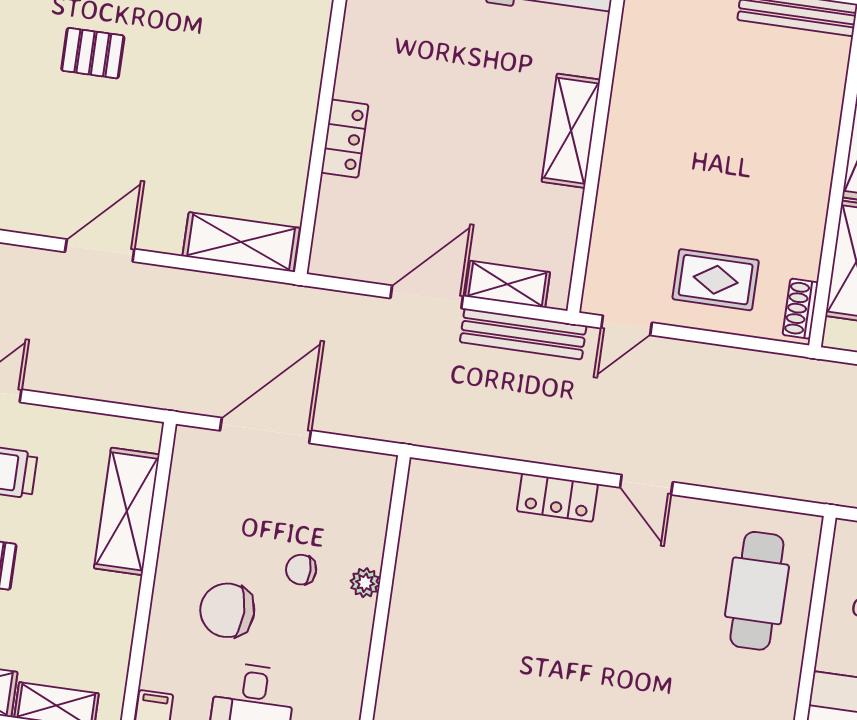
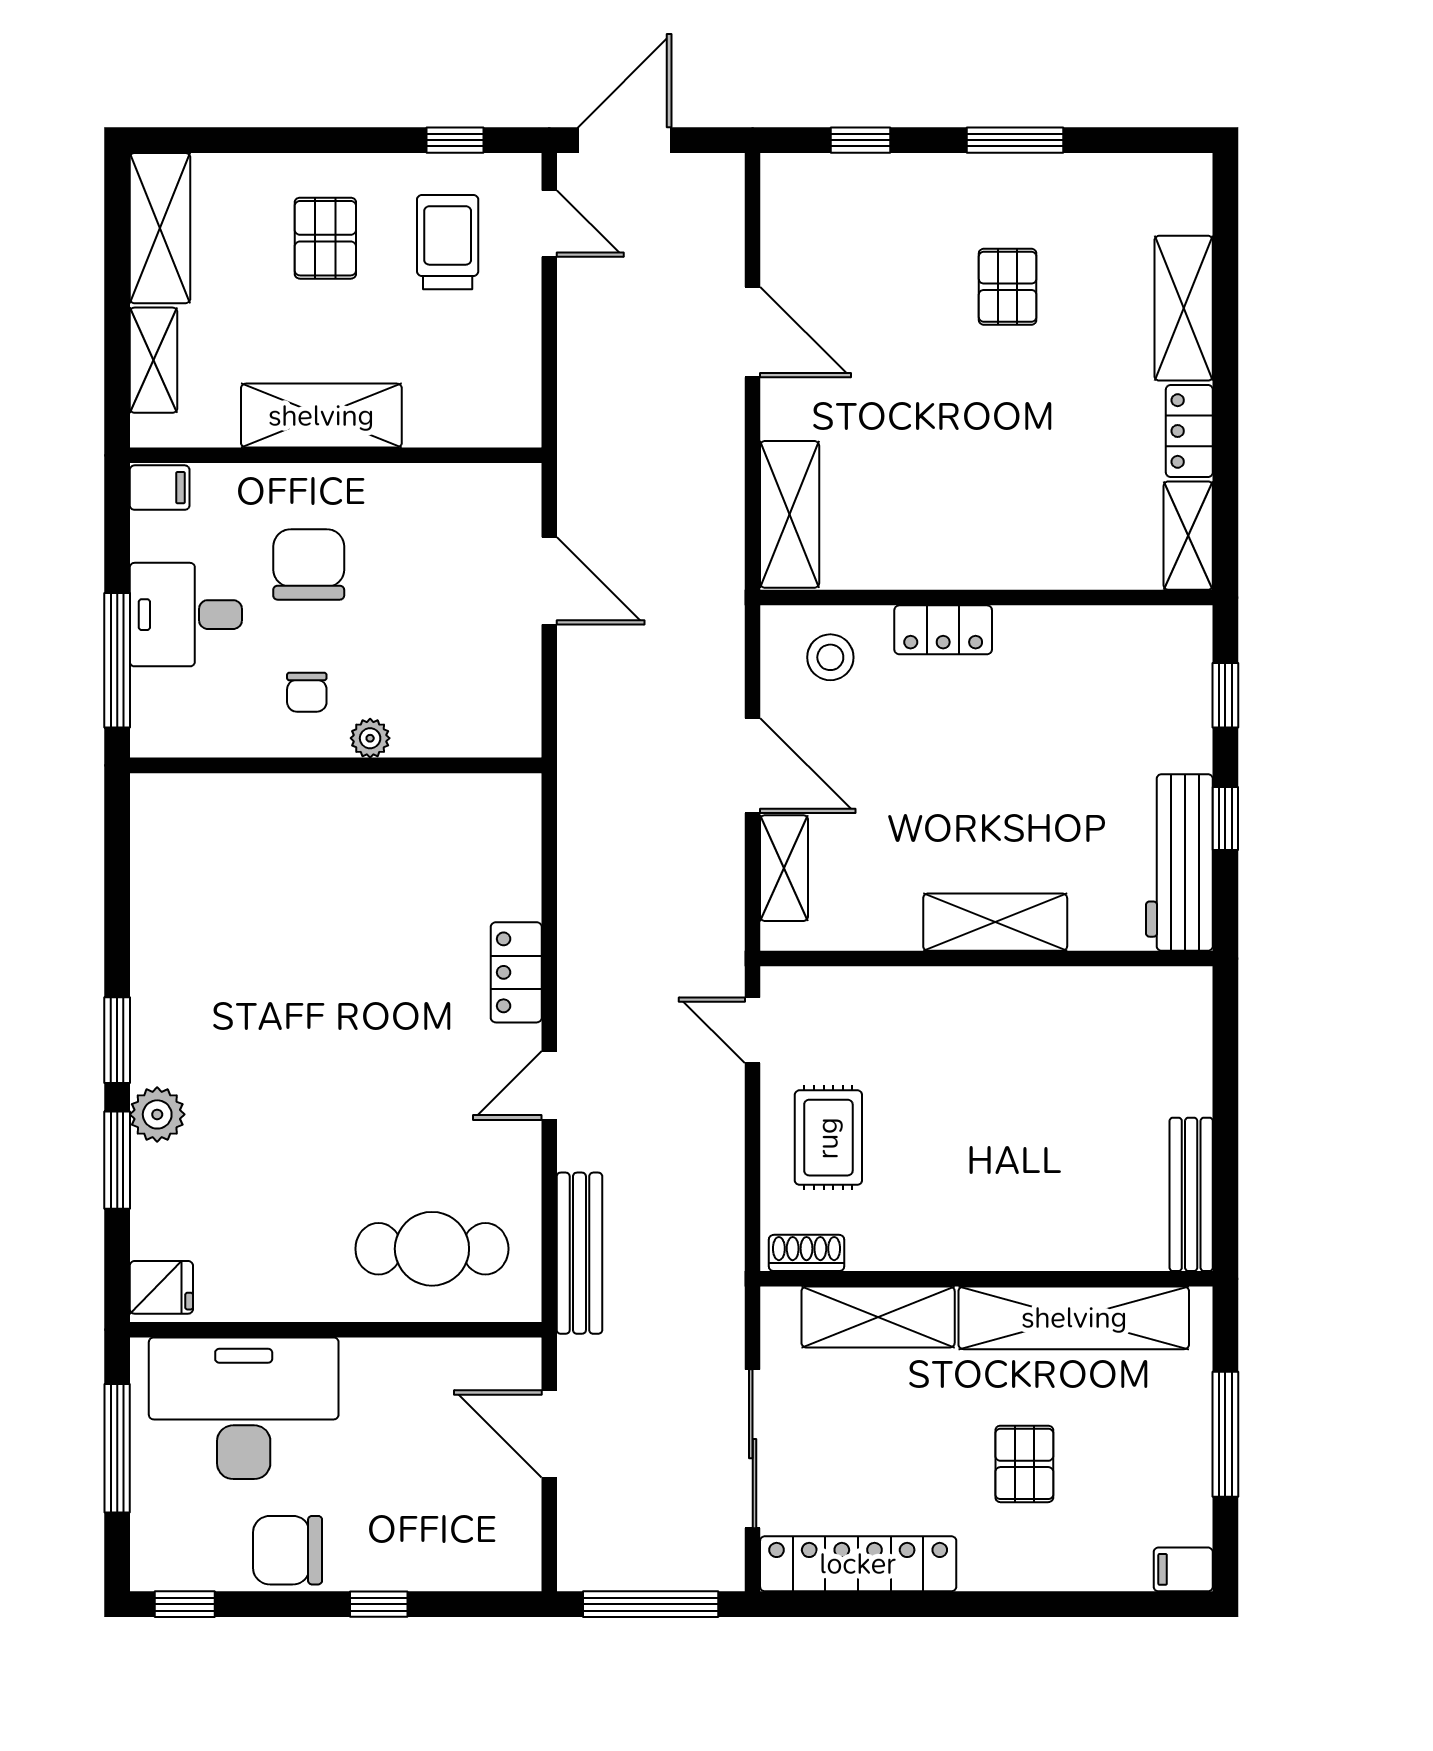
stool: (353, 227) -> (830, 657), added
bench: (523, 334) -> (579, 1253), moved
door: (266, 431) -> (549, 581), width x0.73
shelving: (127, 511) -> (321, 416), moved
chair: (301, 570) -> (307, 692), moved, turned 180

